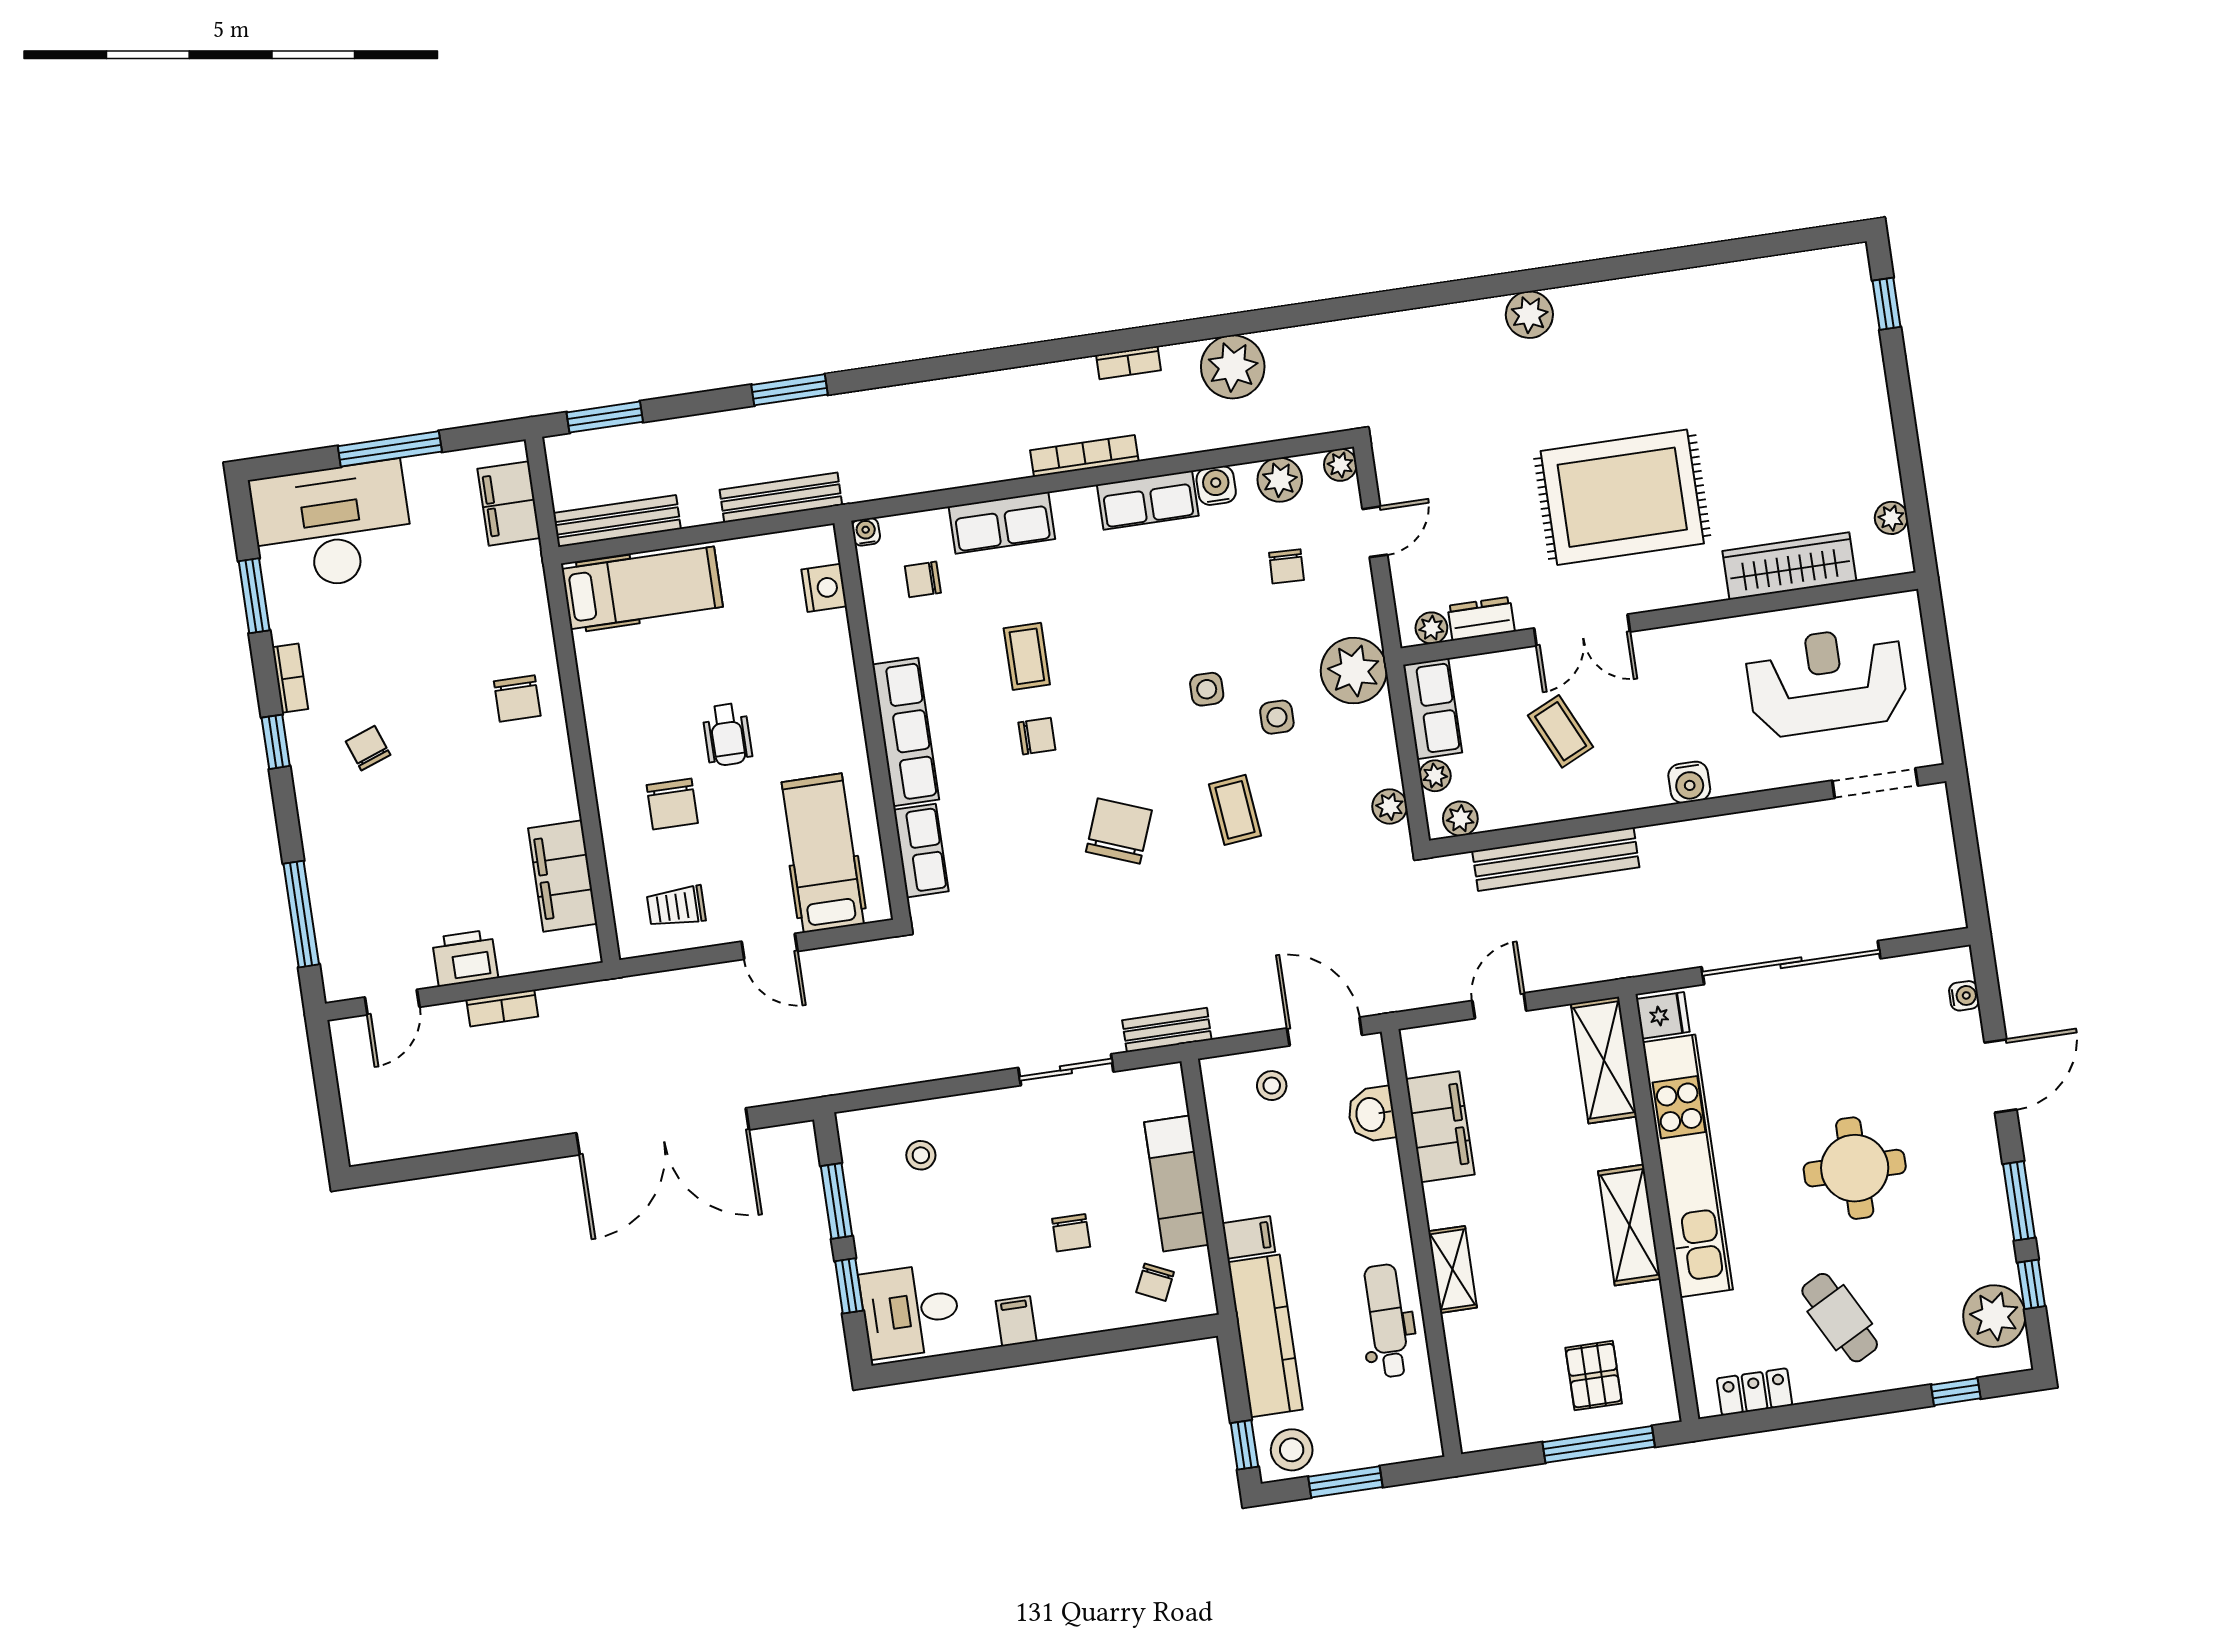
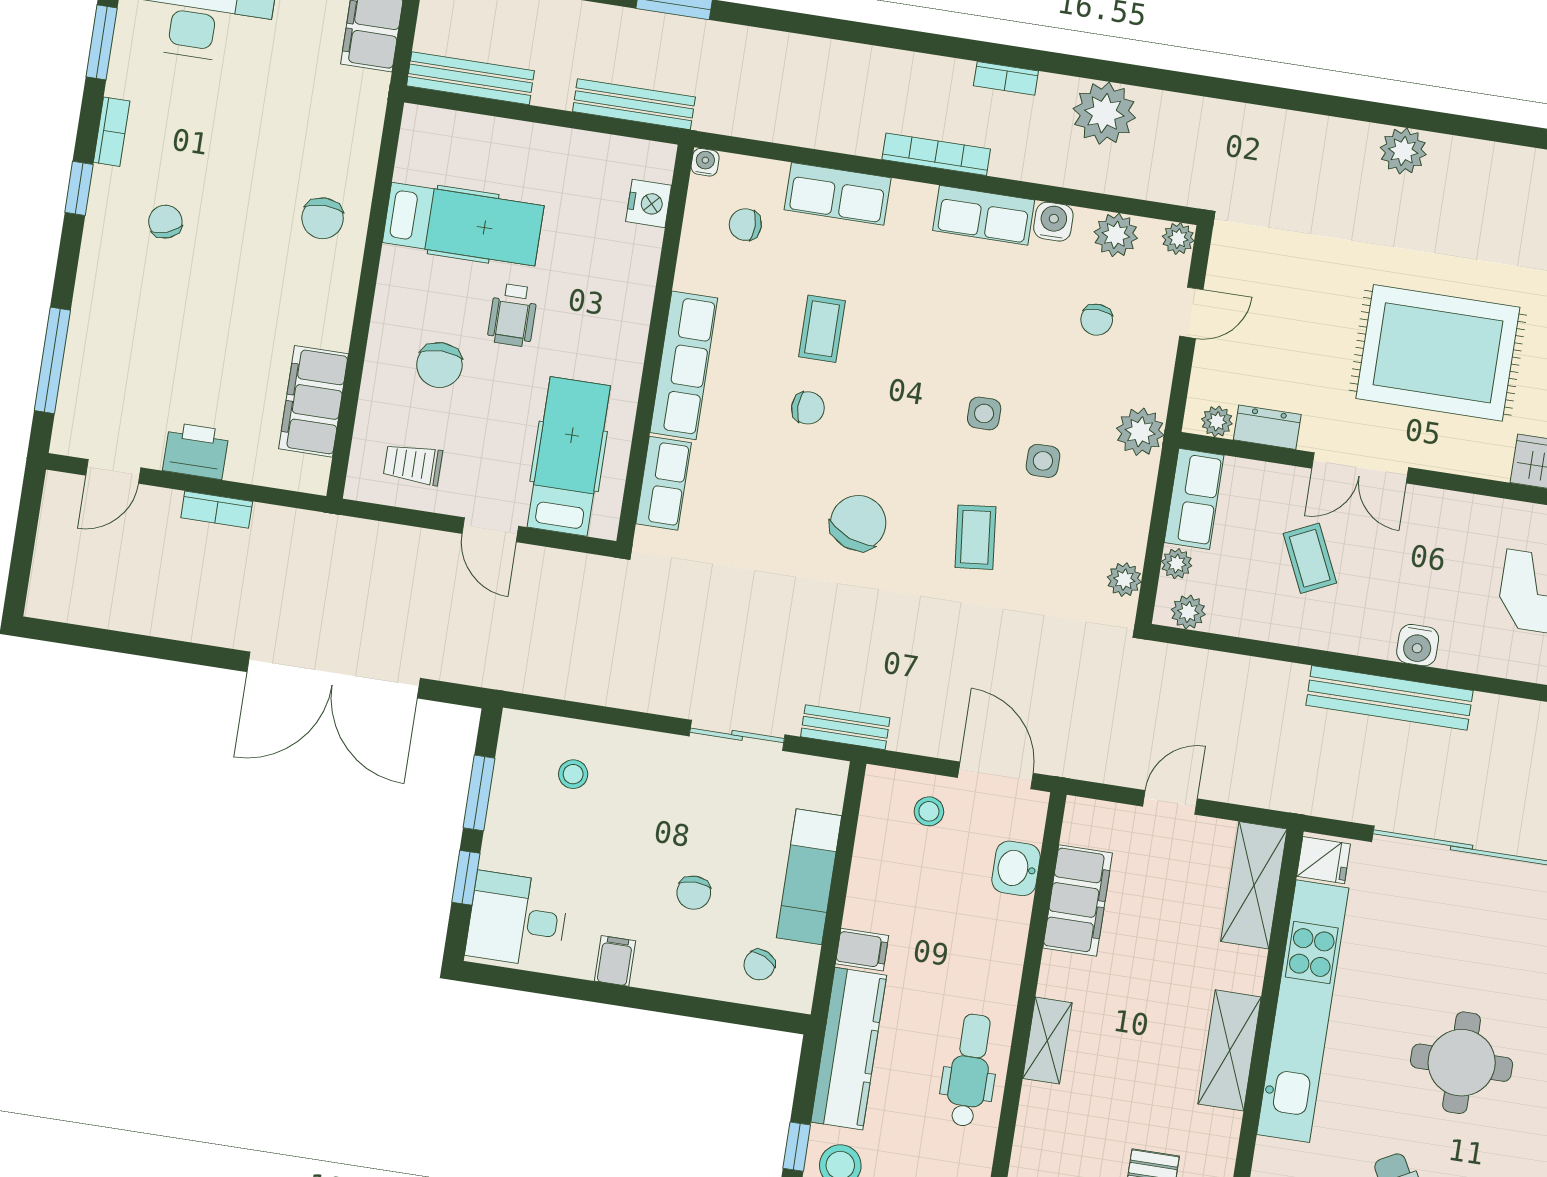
hospital bed: (642, 588) -> (463, 224), moved
plant: (1354, 671) -> (1140, 432), width x0.73, depth x0.73
bench: (1556, 859) -> (1389, 698), moved

